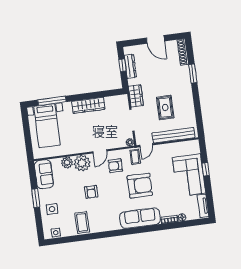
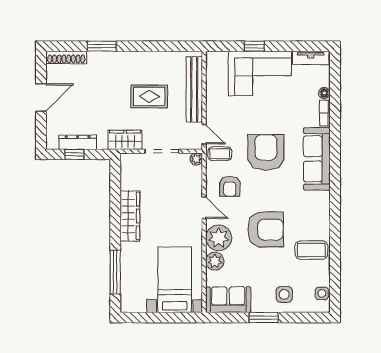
bed with nightstands: (47, 126) -> (175, 280), moved, turned -90
armchair: (91, 192) -> (266, 230), width x1.88, depth x1.88

